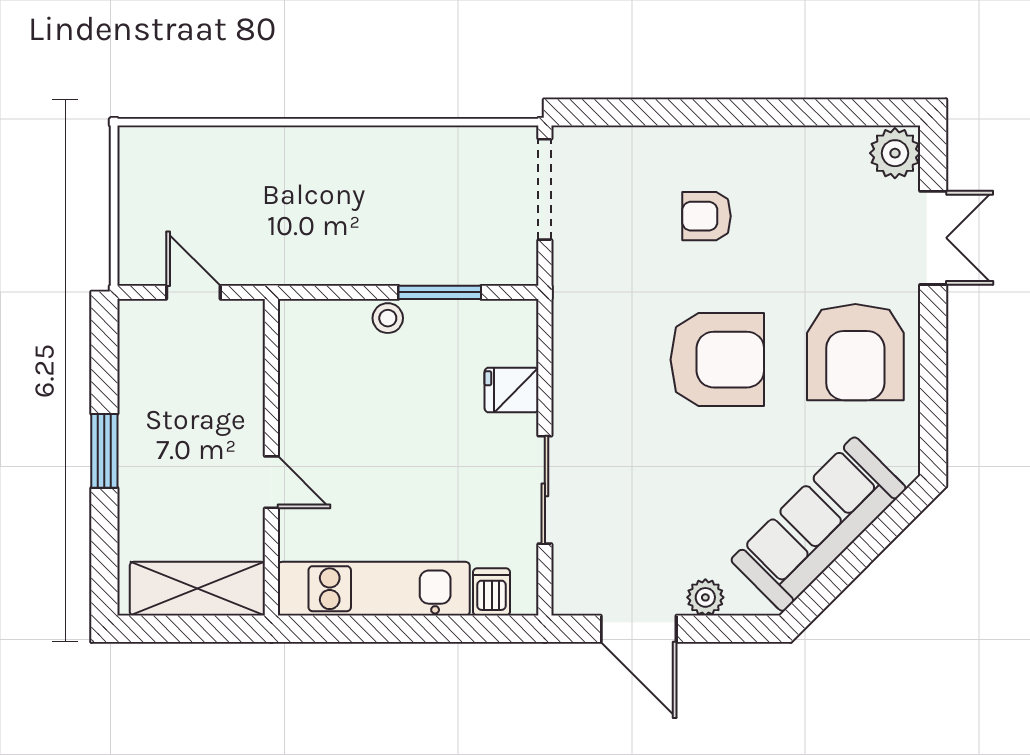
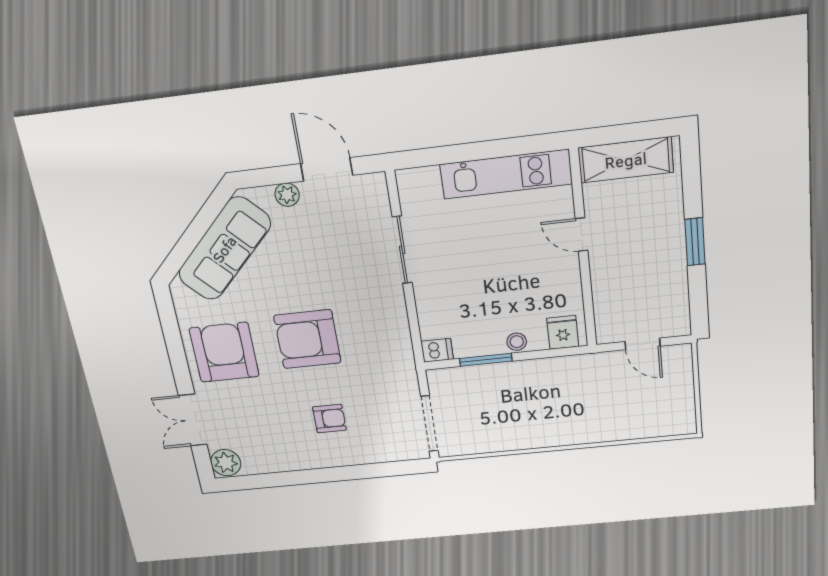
fridge: (512, 390) -> (563, 332), moved, turned -90
dishwasher: (492, 592) -> (437, 350), moved, turned -90

